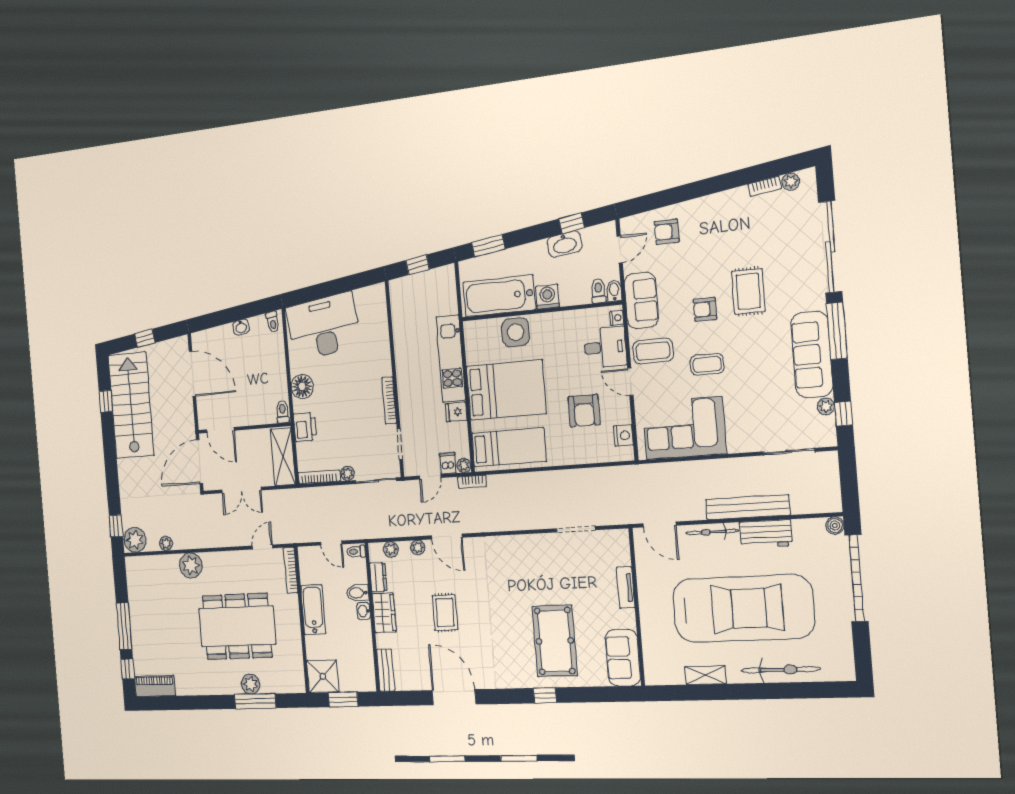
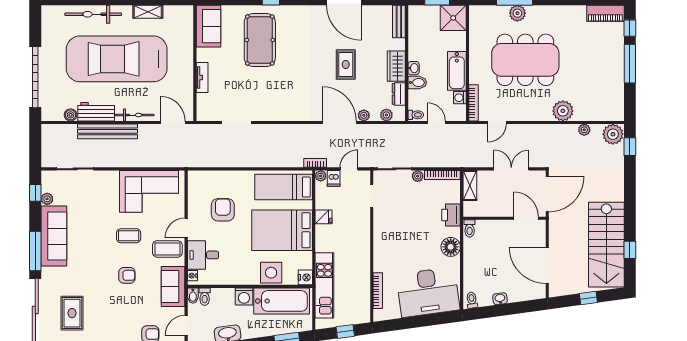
rug: (748, 291) -> (72, 313), moved
kitchen unit: (451, 358) -> (324, 285), moved
door: (630, 382) -> (186, 228), swing flipped
bookcase: (389, 400) -> (378, 291), moved
nightstand: (623, 435) -> (305, 277), moved, turned 180
shelving: (283, 457) -> (470, 185), width x0.67, depth x0.75
boiler: (835, 526) -> (71, 115), moved
door: (447, 537) -> (339, 123), width x1.36
washing machine: (307, 576) -> (460, 98), added

